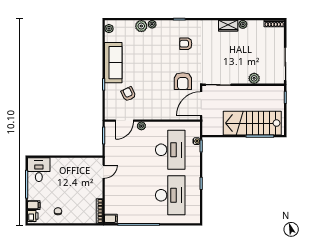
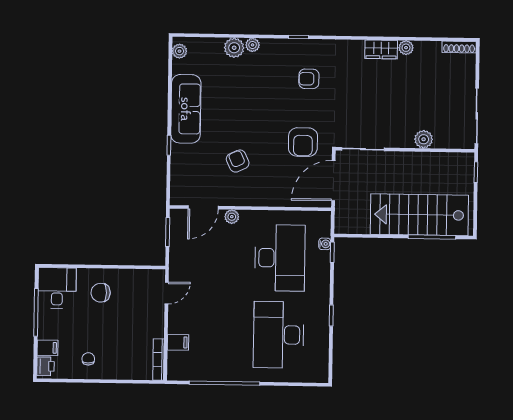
armchair: (128, 94) -> (238, 161), moved
chair: (65, 172) -> (101, 293), added
desk: (170, 195) -> (279, 335), turned 180
filing cabinet: (111, 219) -> (178, 342), moved

